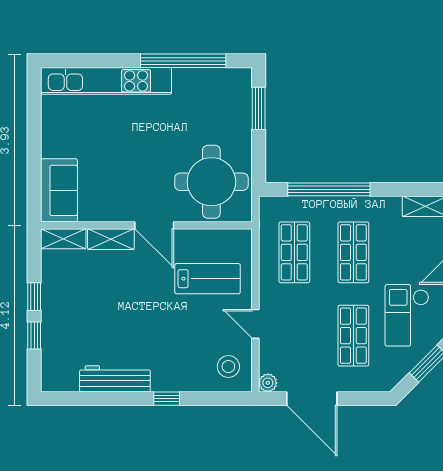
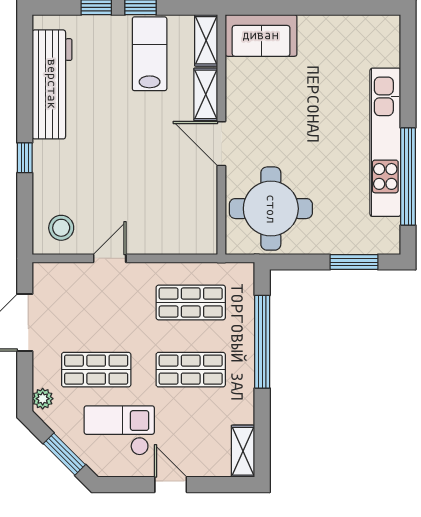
kitchen unit: (106, 81) -> (385, 142), moved
door: (154, 225) -> (221, 144), hinge flipped
lab bench: (207, 279) -> (150, 54), moved, turned 180
workbench: (115, 379) -> (52, 84), width x1.36, depth x1.32
plant: (268, 383) -> (43, 399), moved

